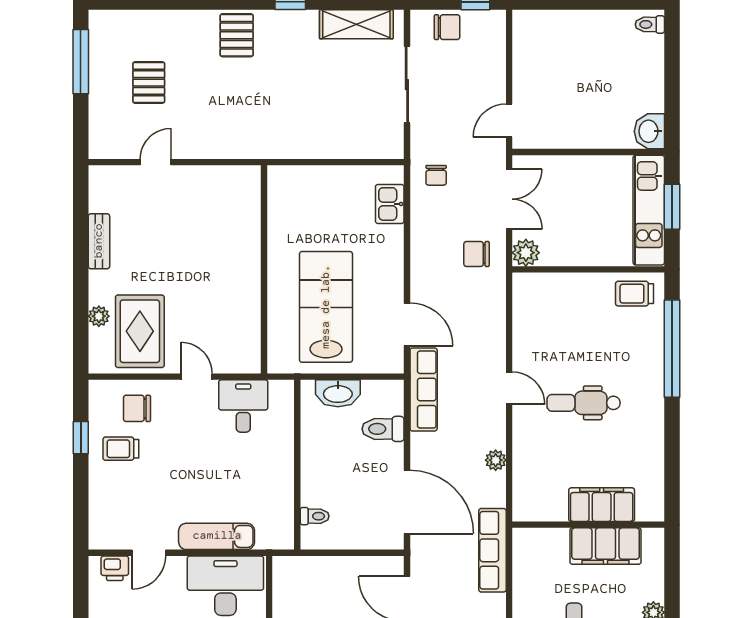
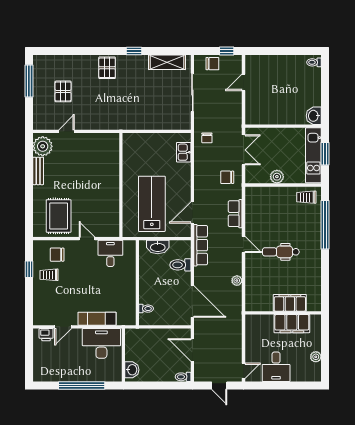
door: (509, 121) -> (244, 82), moved
plant: (526, 253) -> (277, 177), moved
plant: (99, 316) -> (43, 146), moved, width x1.87, depth x1.87
door: (407, 324) -> (192, 212), swing flipped
row of seats: (492, 550) -> (235, 214), moved, width x0.68

